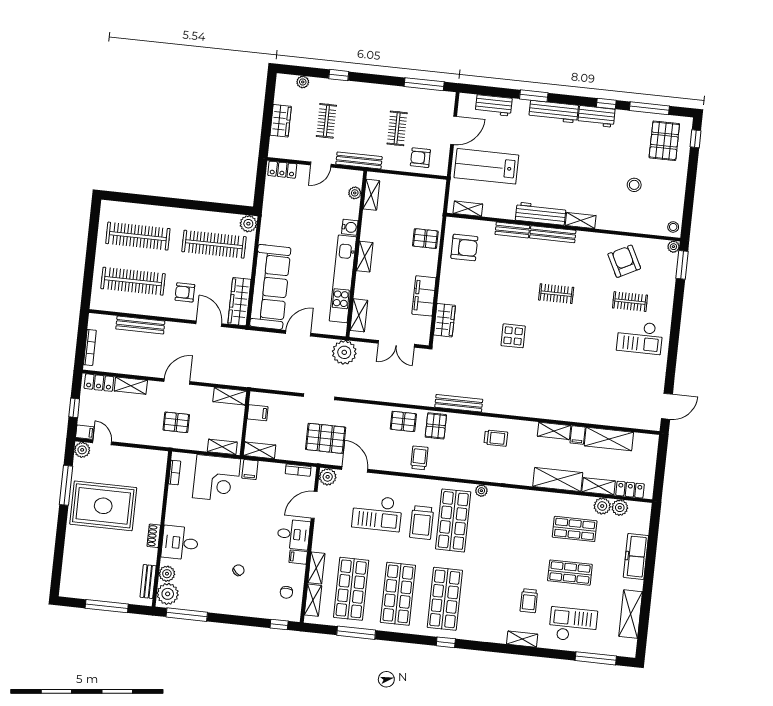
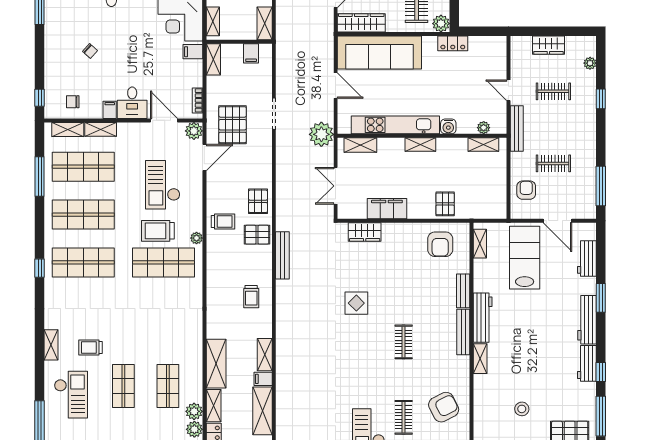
locker: (282, 170) -> (453, 43), moved, turned -90
plant: (481, 491) -> (197, 238), moved

